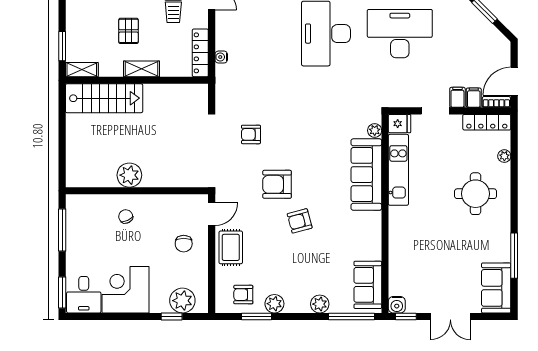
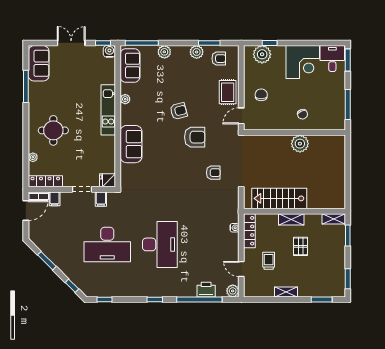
filing cabinet: (457, 97) -> (101, 199), moved
stairs: (104, 98) -> (279, 198), moved
plant: (375, 130) -> (125, 99), moved
kitchen unit: (398, 170) -> (108, 110), moved
sofa: (366, 175) -> (131, 144), width x0.73

